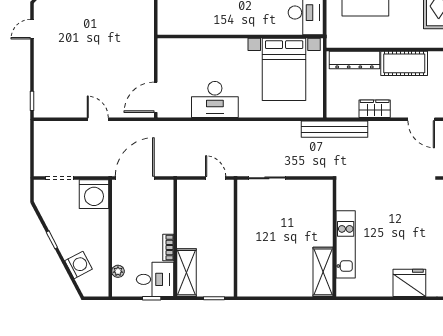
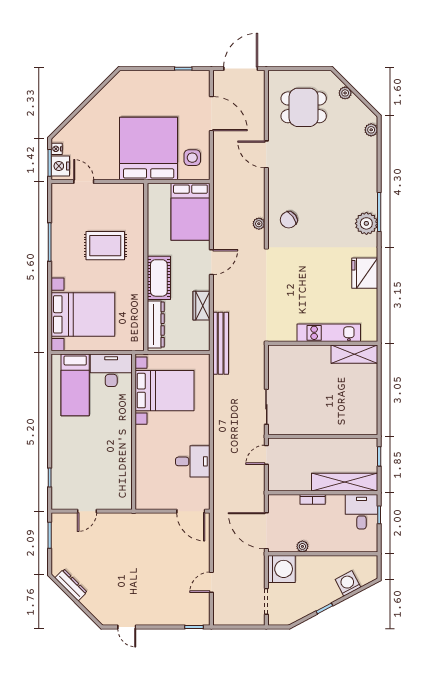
desk: (215, 100) -> (193, 461), width x0.73
door: (98, 119) -> (211, 582), moved
bookcase: (168, 248) -> (313, 499), moved
plant: (118, 271) -> (302, 546), moved
shelving: (186, 273) -> (345, 482), width x1.47

